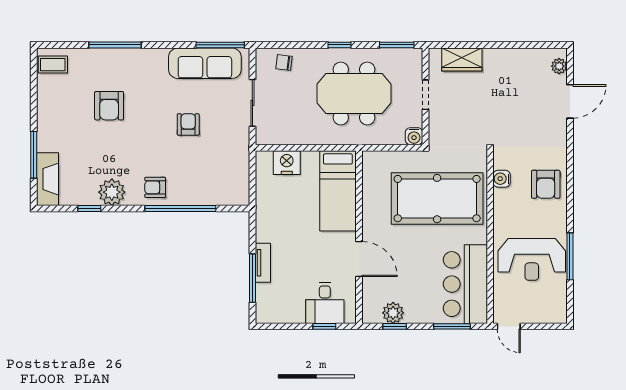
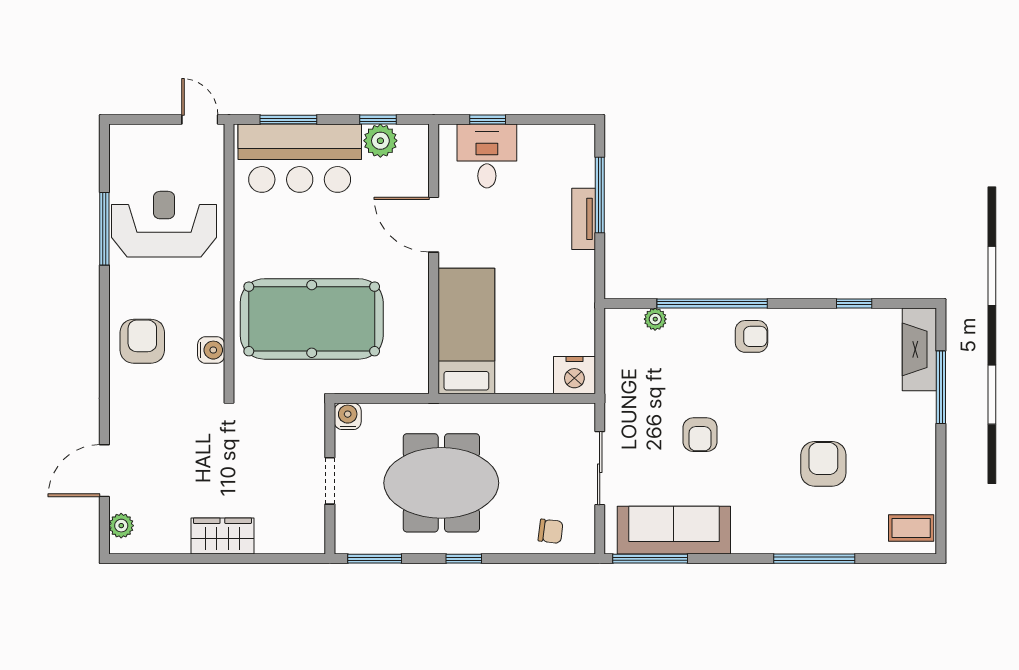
wardrobe: (462, 59) -> (222, 536), moved
nightstand: (287, 163) -> (574, 375), moved
plant: (112, 192) -> (655, 319), moved, width x0.53, depth x0.53
bar counter: (465, 284) -> (300, 158), moved, turned 90

